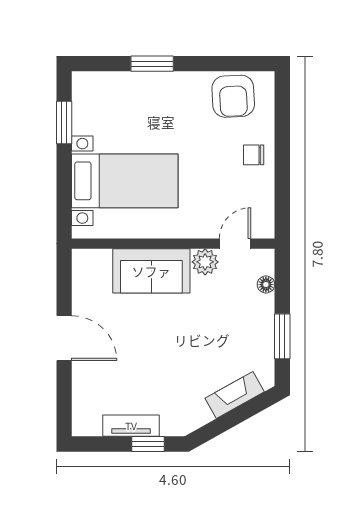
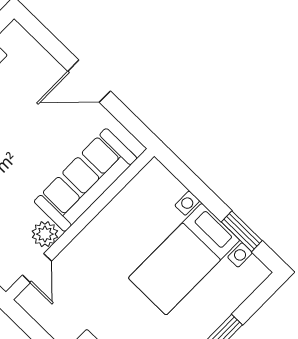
bed with nightstands: (125, 181) -> (184, 259), moved
sofa: (151, 271) -> (86, 180), width x1.36

